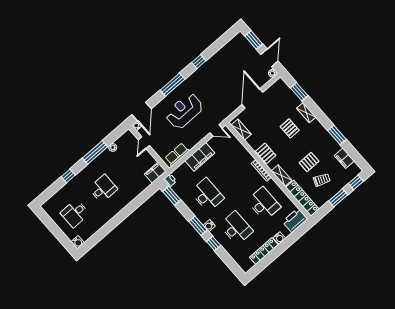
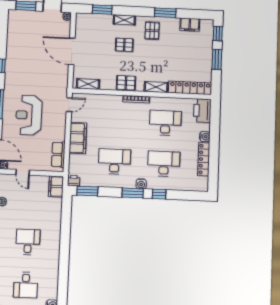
pallet: (309, 162) -> (152, 31), moved
trolley: (322, 180) -> (190, 58), removed

